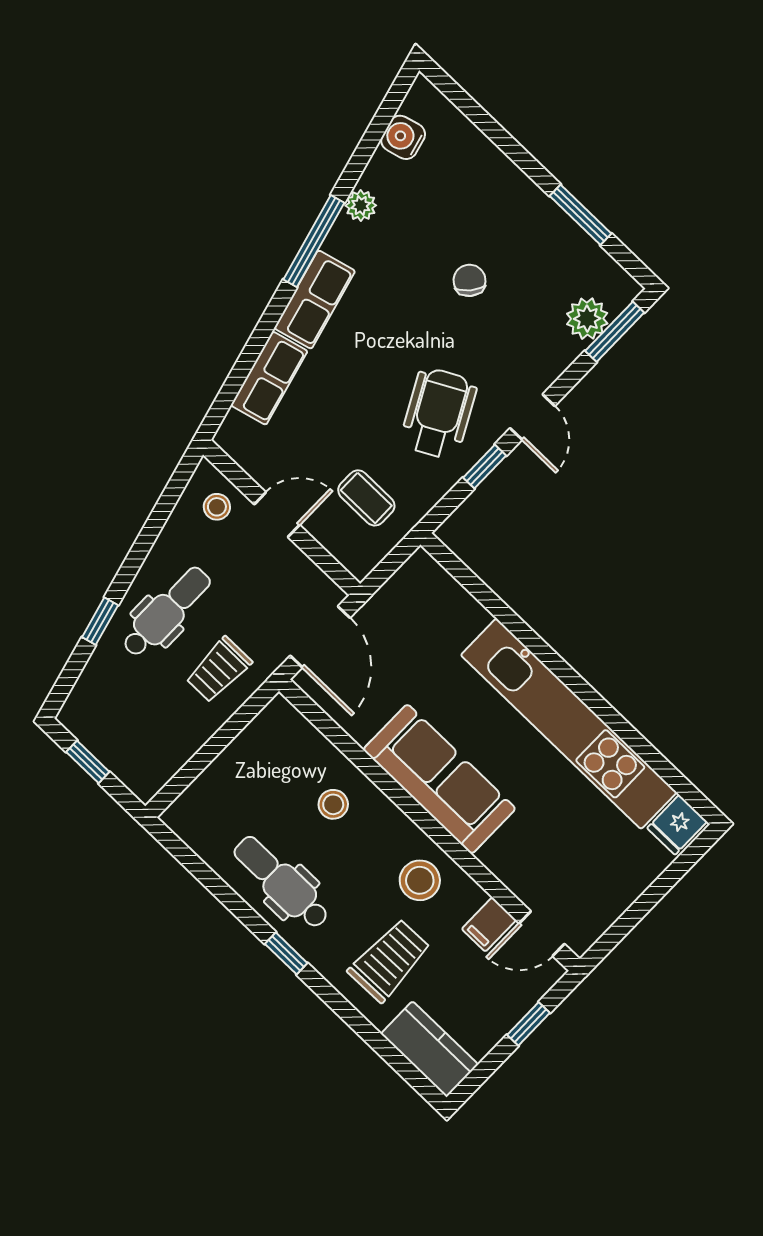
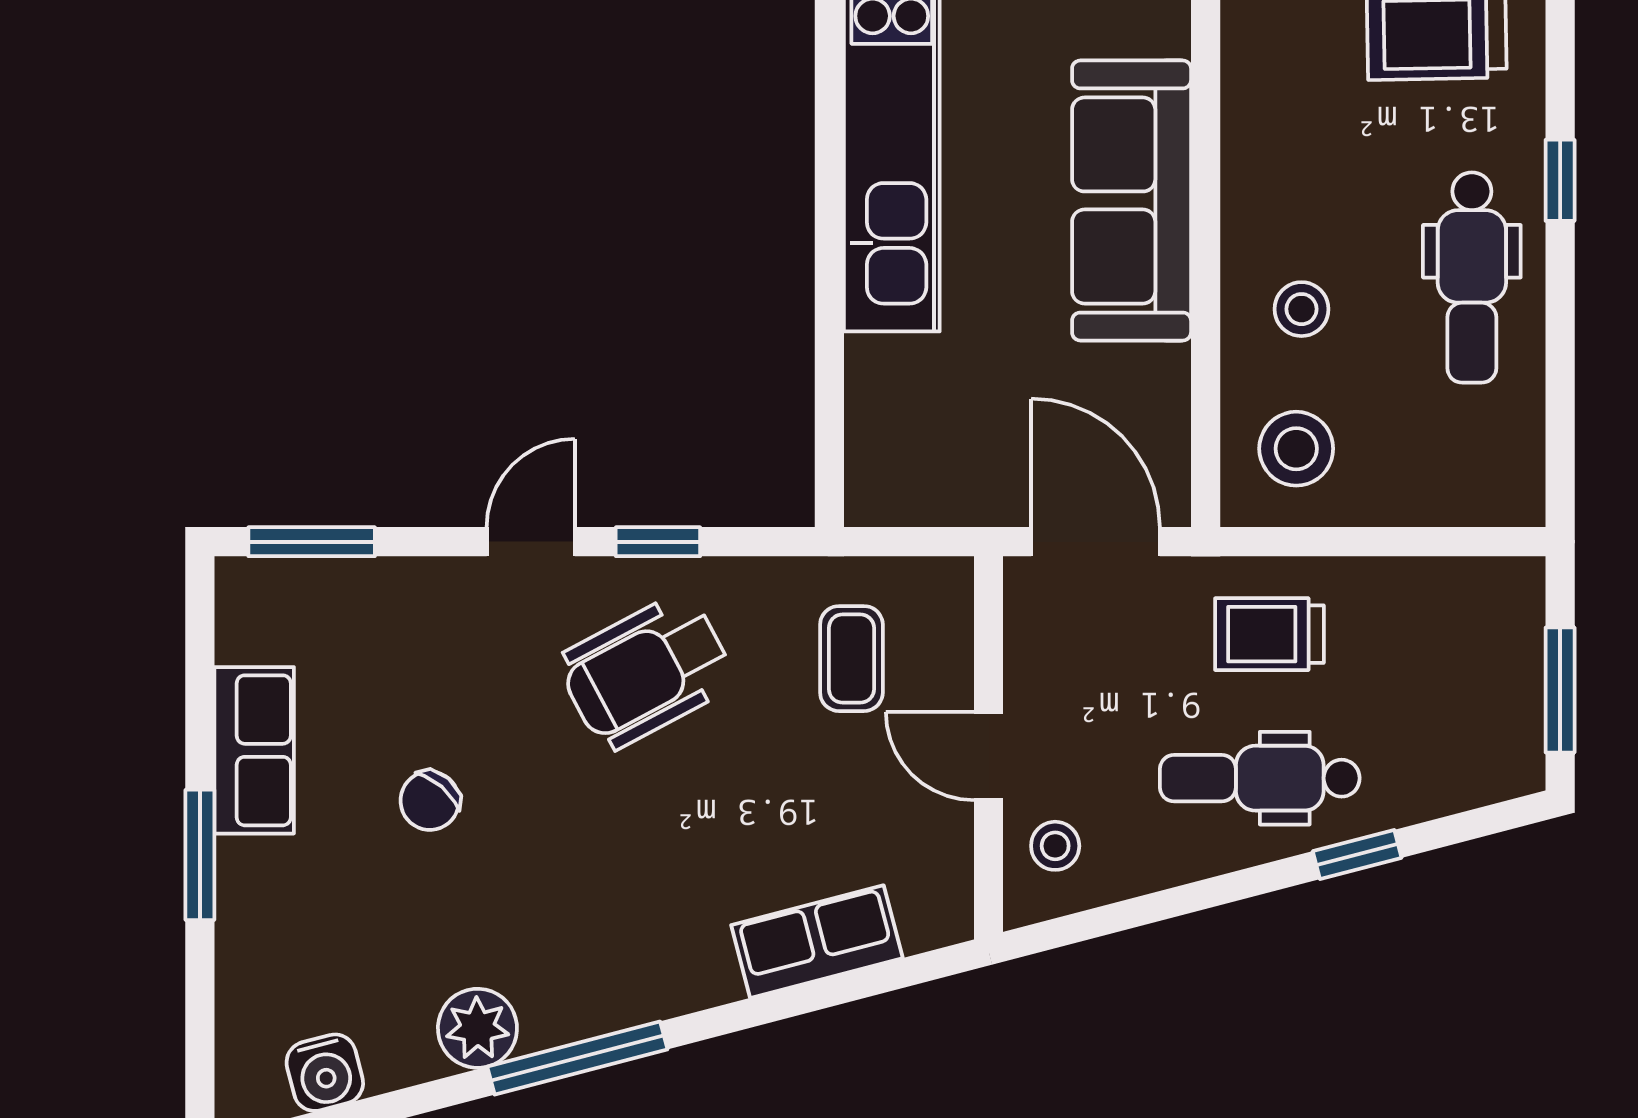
plant: (361, 205) -> (477, 1028), width x1.38, depth x1.38
window: (581, 215) -> (200, 855), moved
row of seats: (315, 300) -> (254, 750), moved, turned 105
plant: (587, 319) -> (329, 595), removed
door: (320, 637) -> (1095, 542), hinge flipped
trolley: (219, 670) -> (1269, 634), turned 180
window: (88, 762) -> (1560, 690), width x1.50
stool: (420, 880) -> (1296, 449), moved

